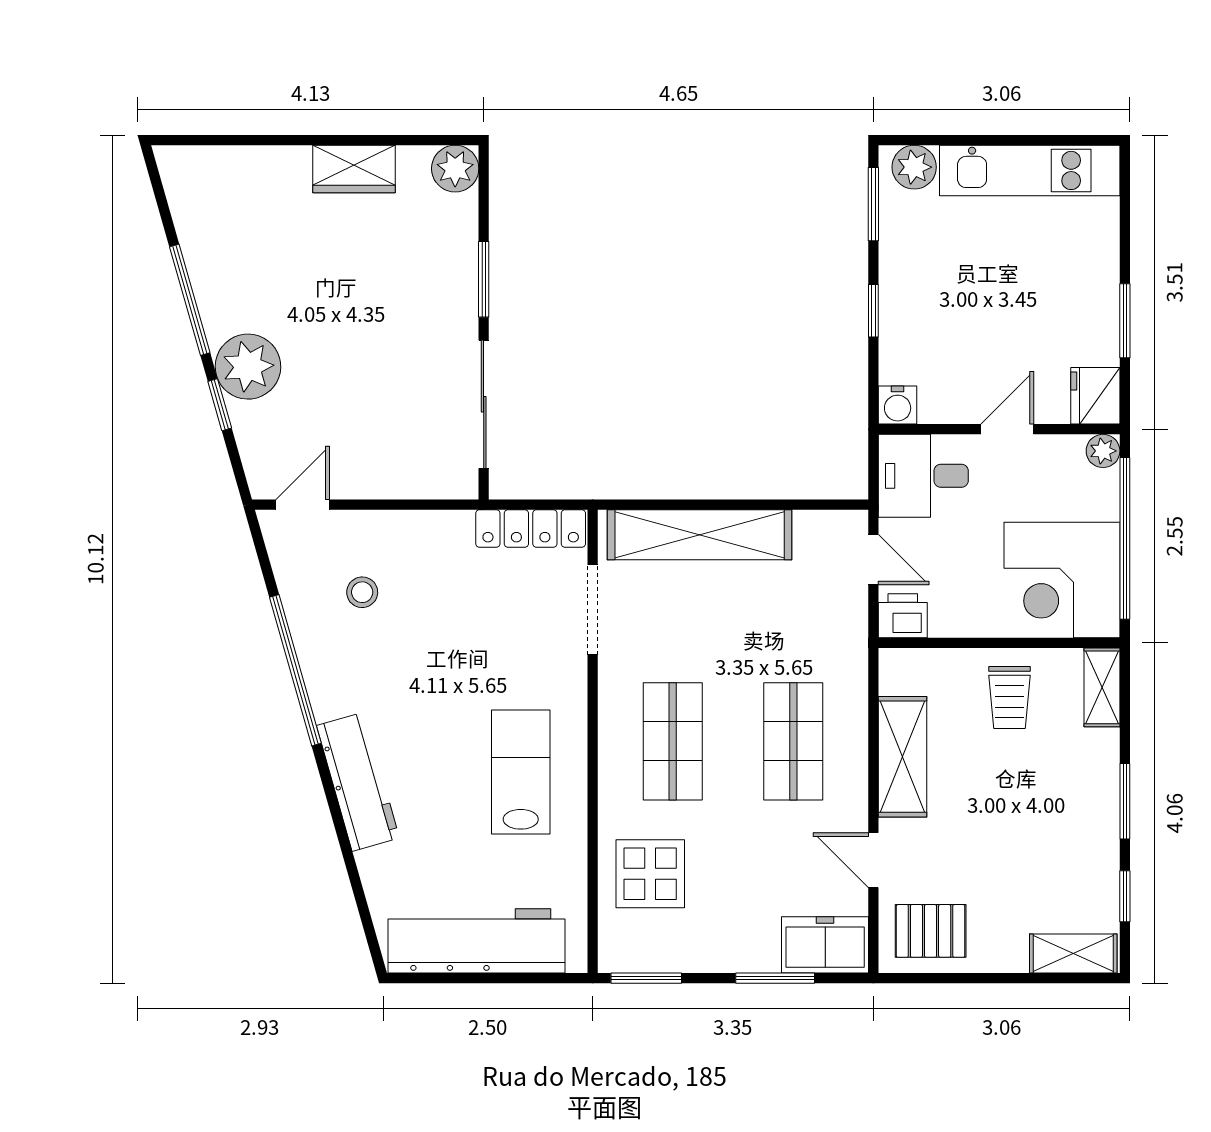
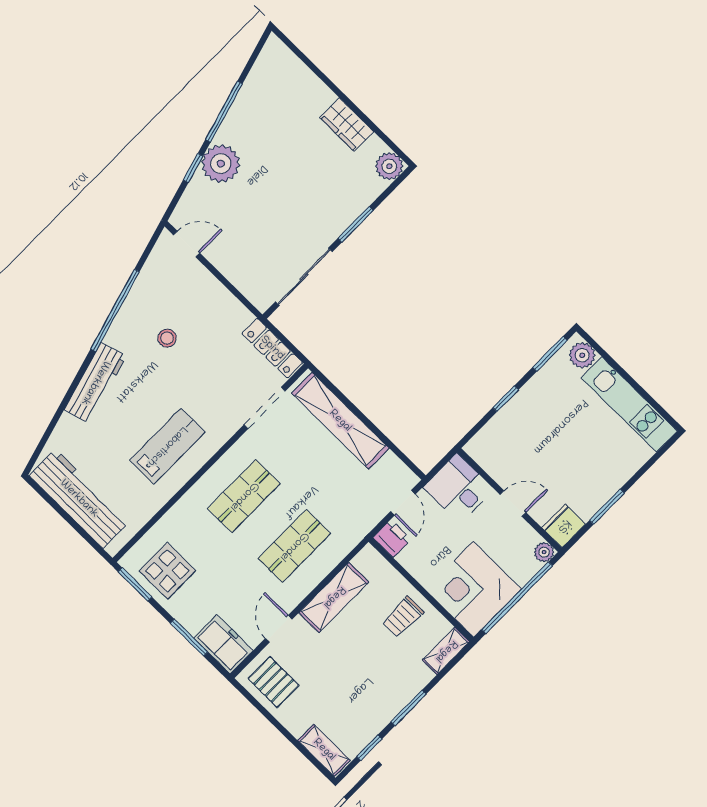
water cooler: (898, 405) -> (477, 448), removed
stool: (362, 592) -> (167, 338), moved
display table: (650, 874) -> (167, 571), moved

